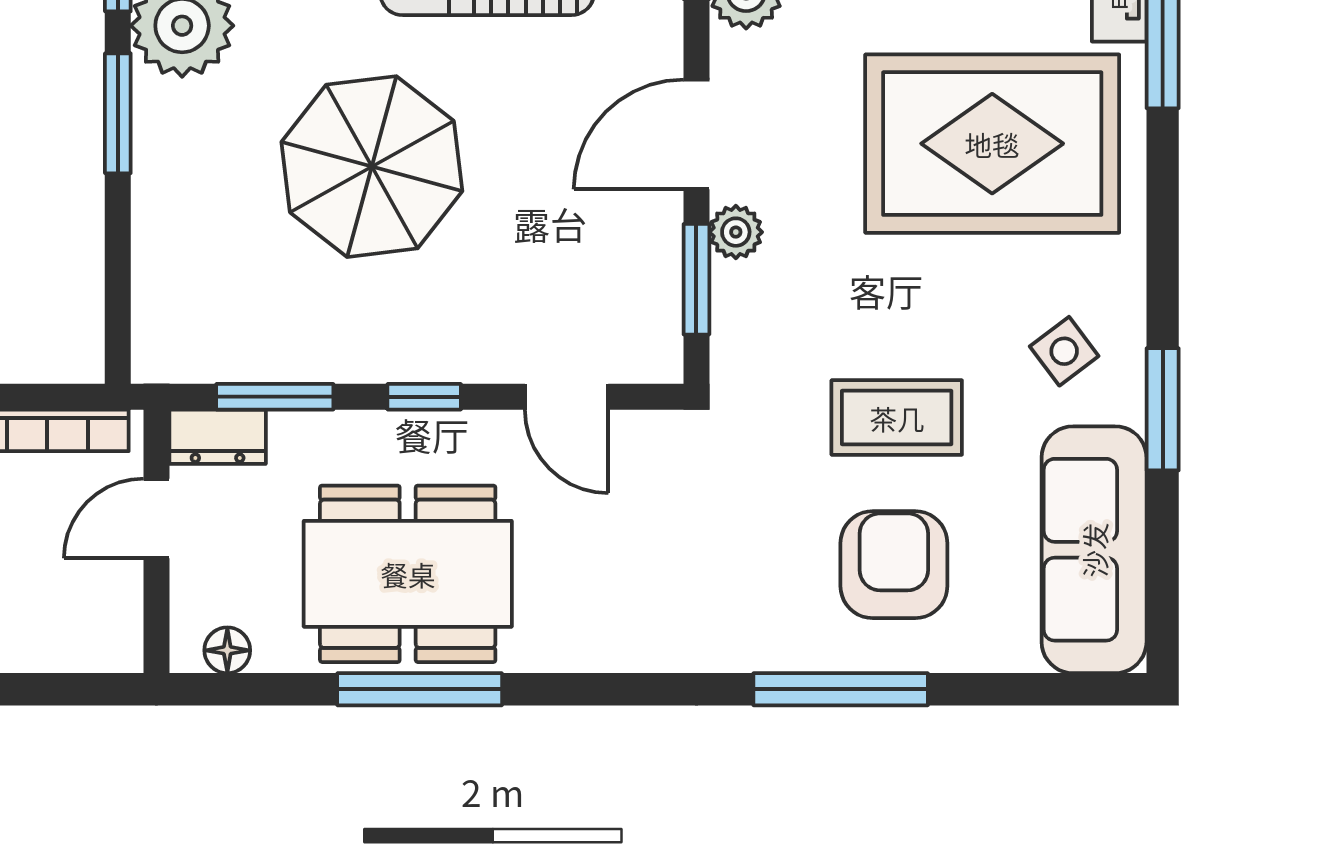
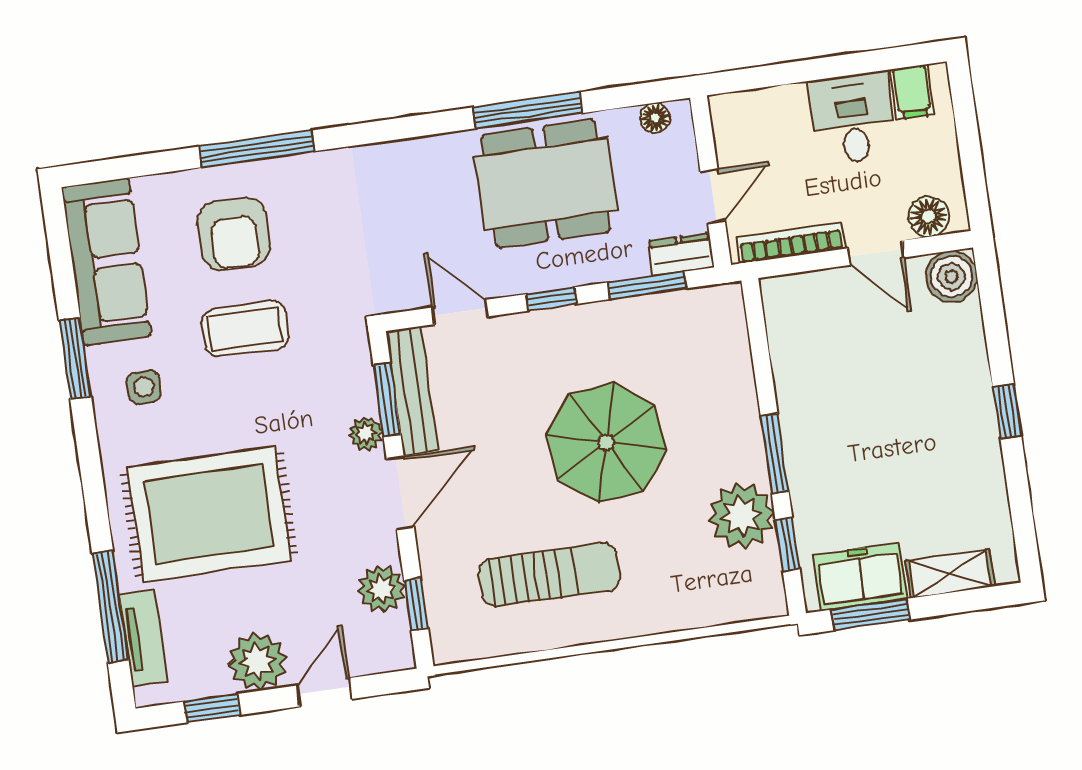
bench: (656, 287) -> (412, 391), added
side table: (1064, 351) -> (144, 387), turned 37

